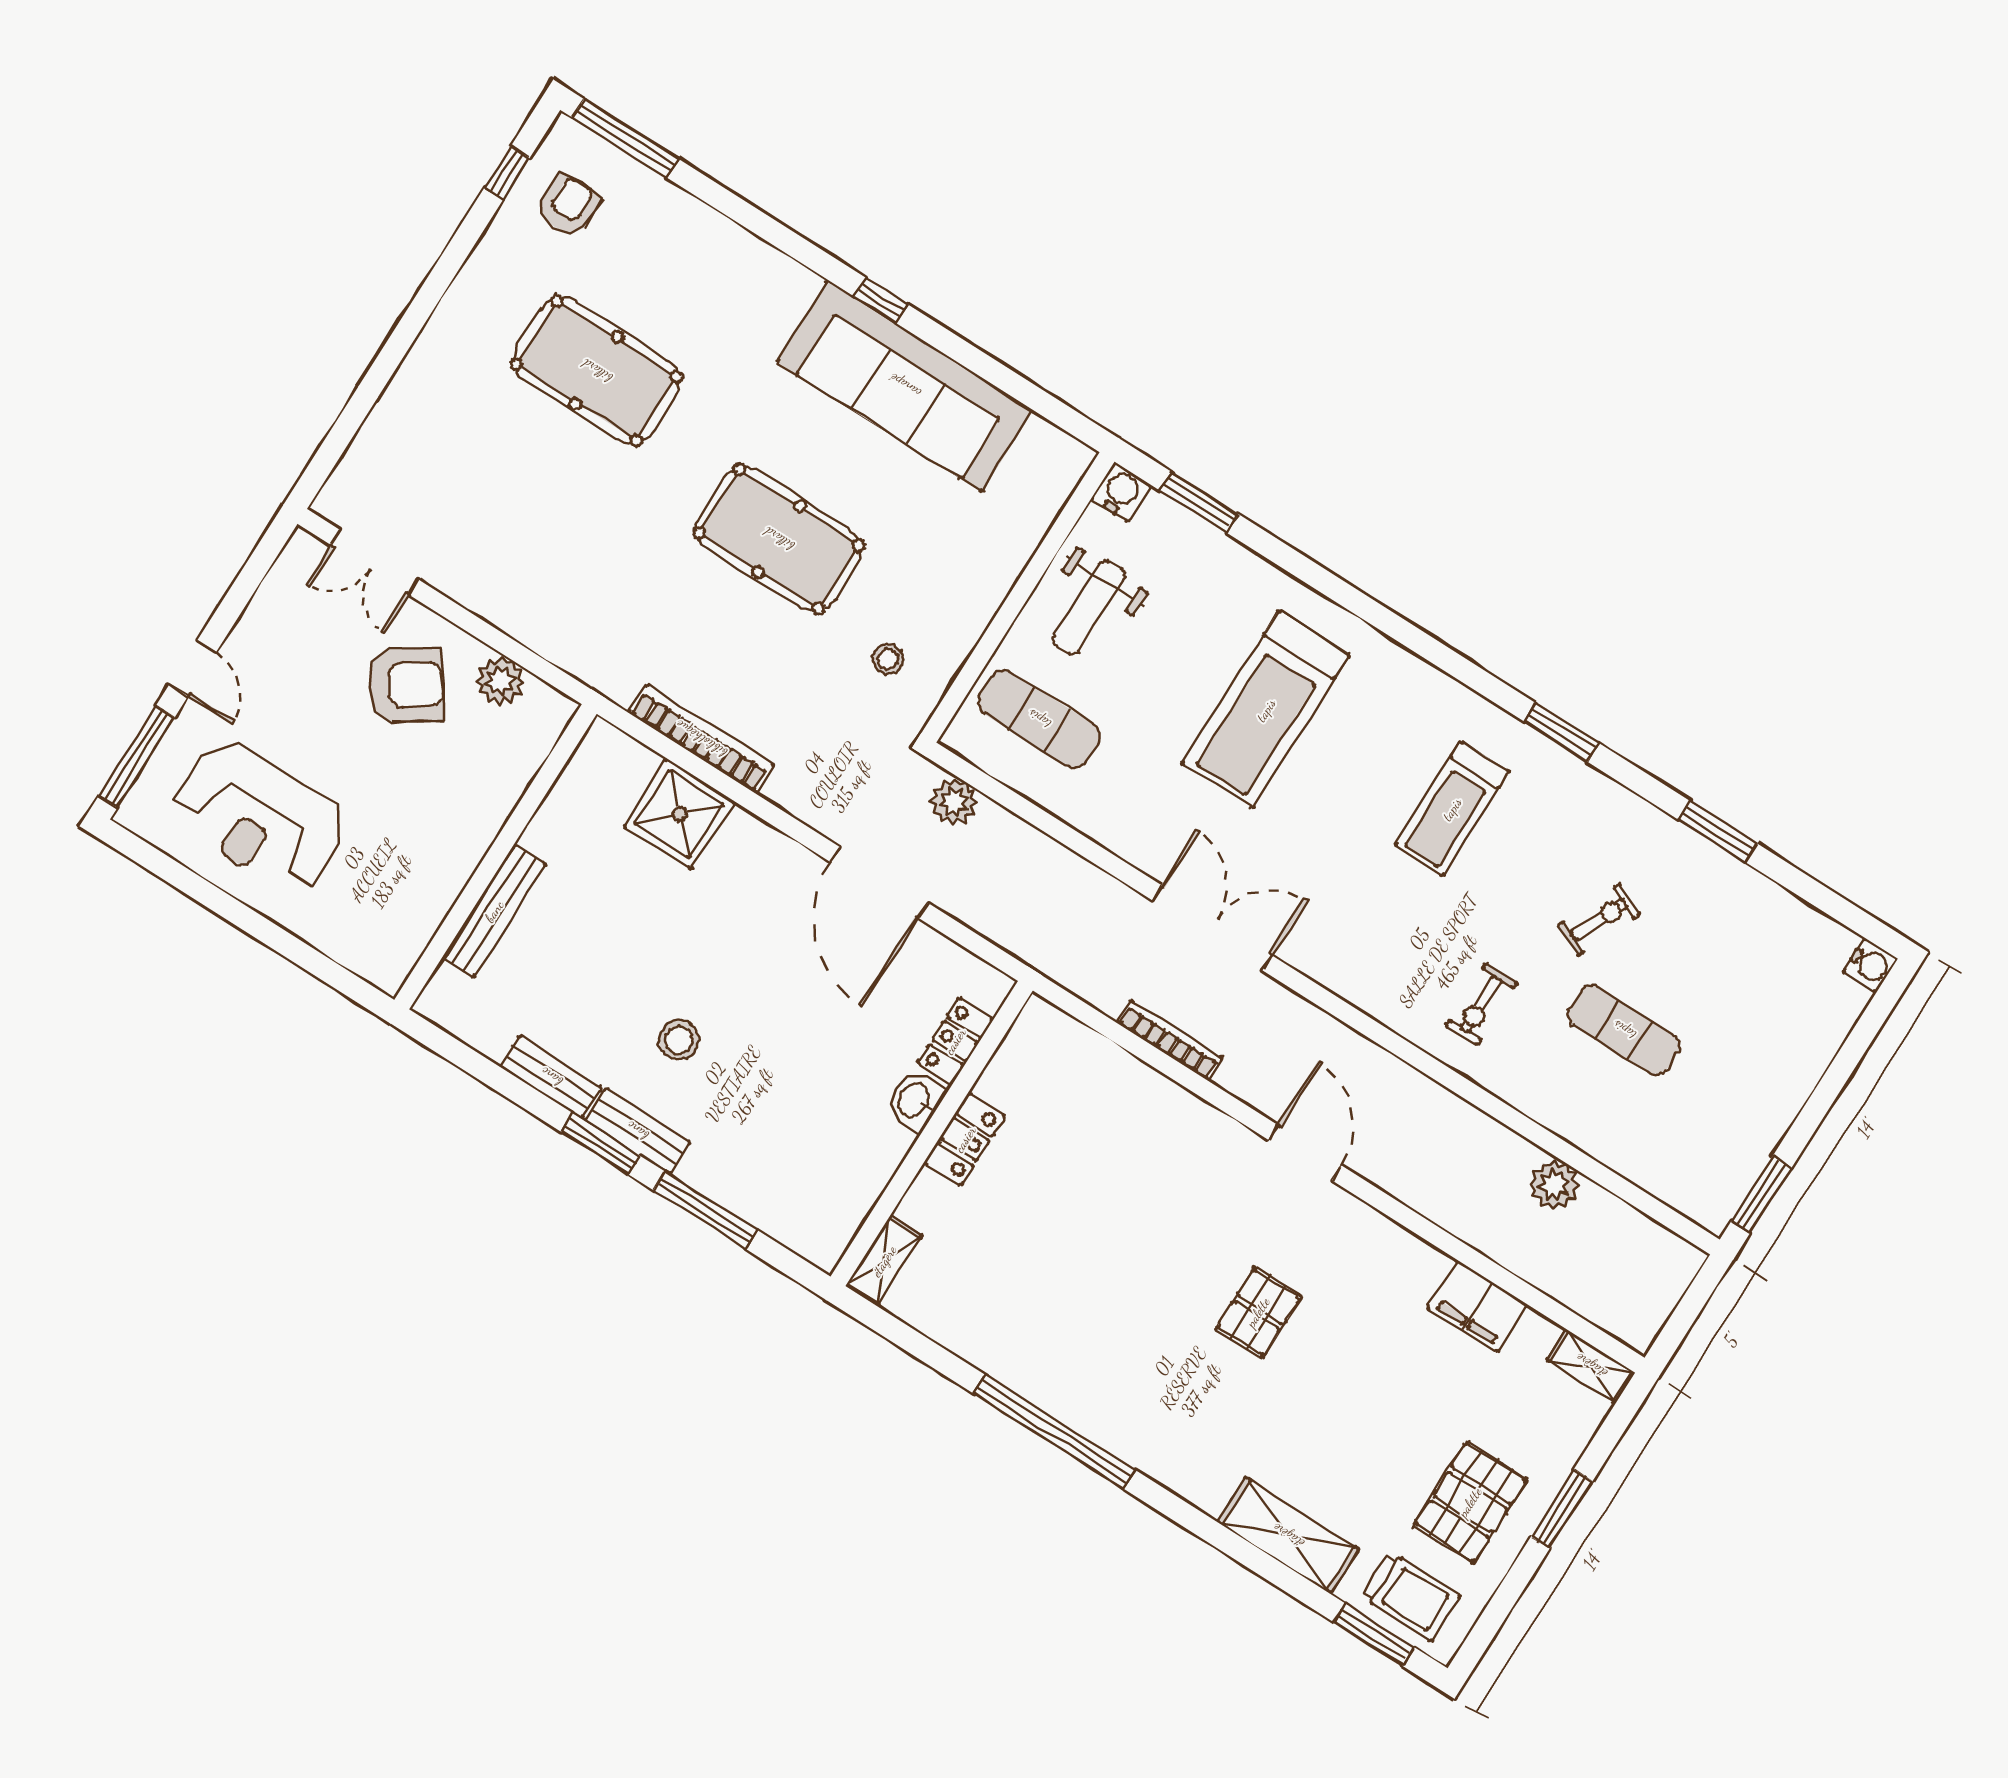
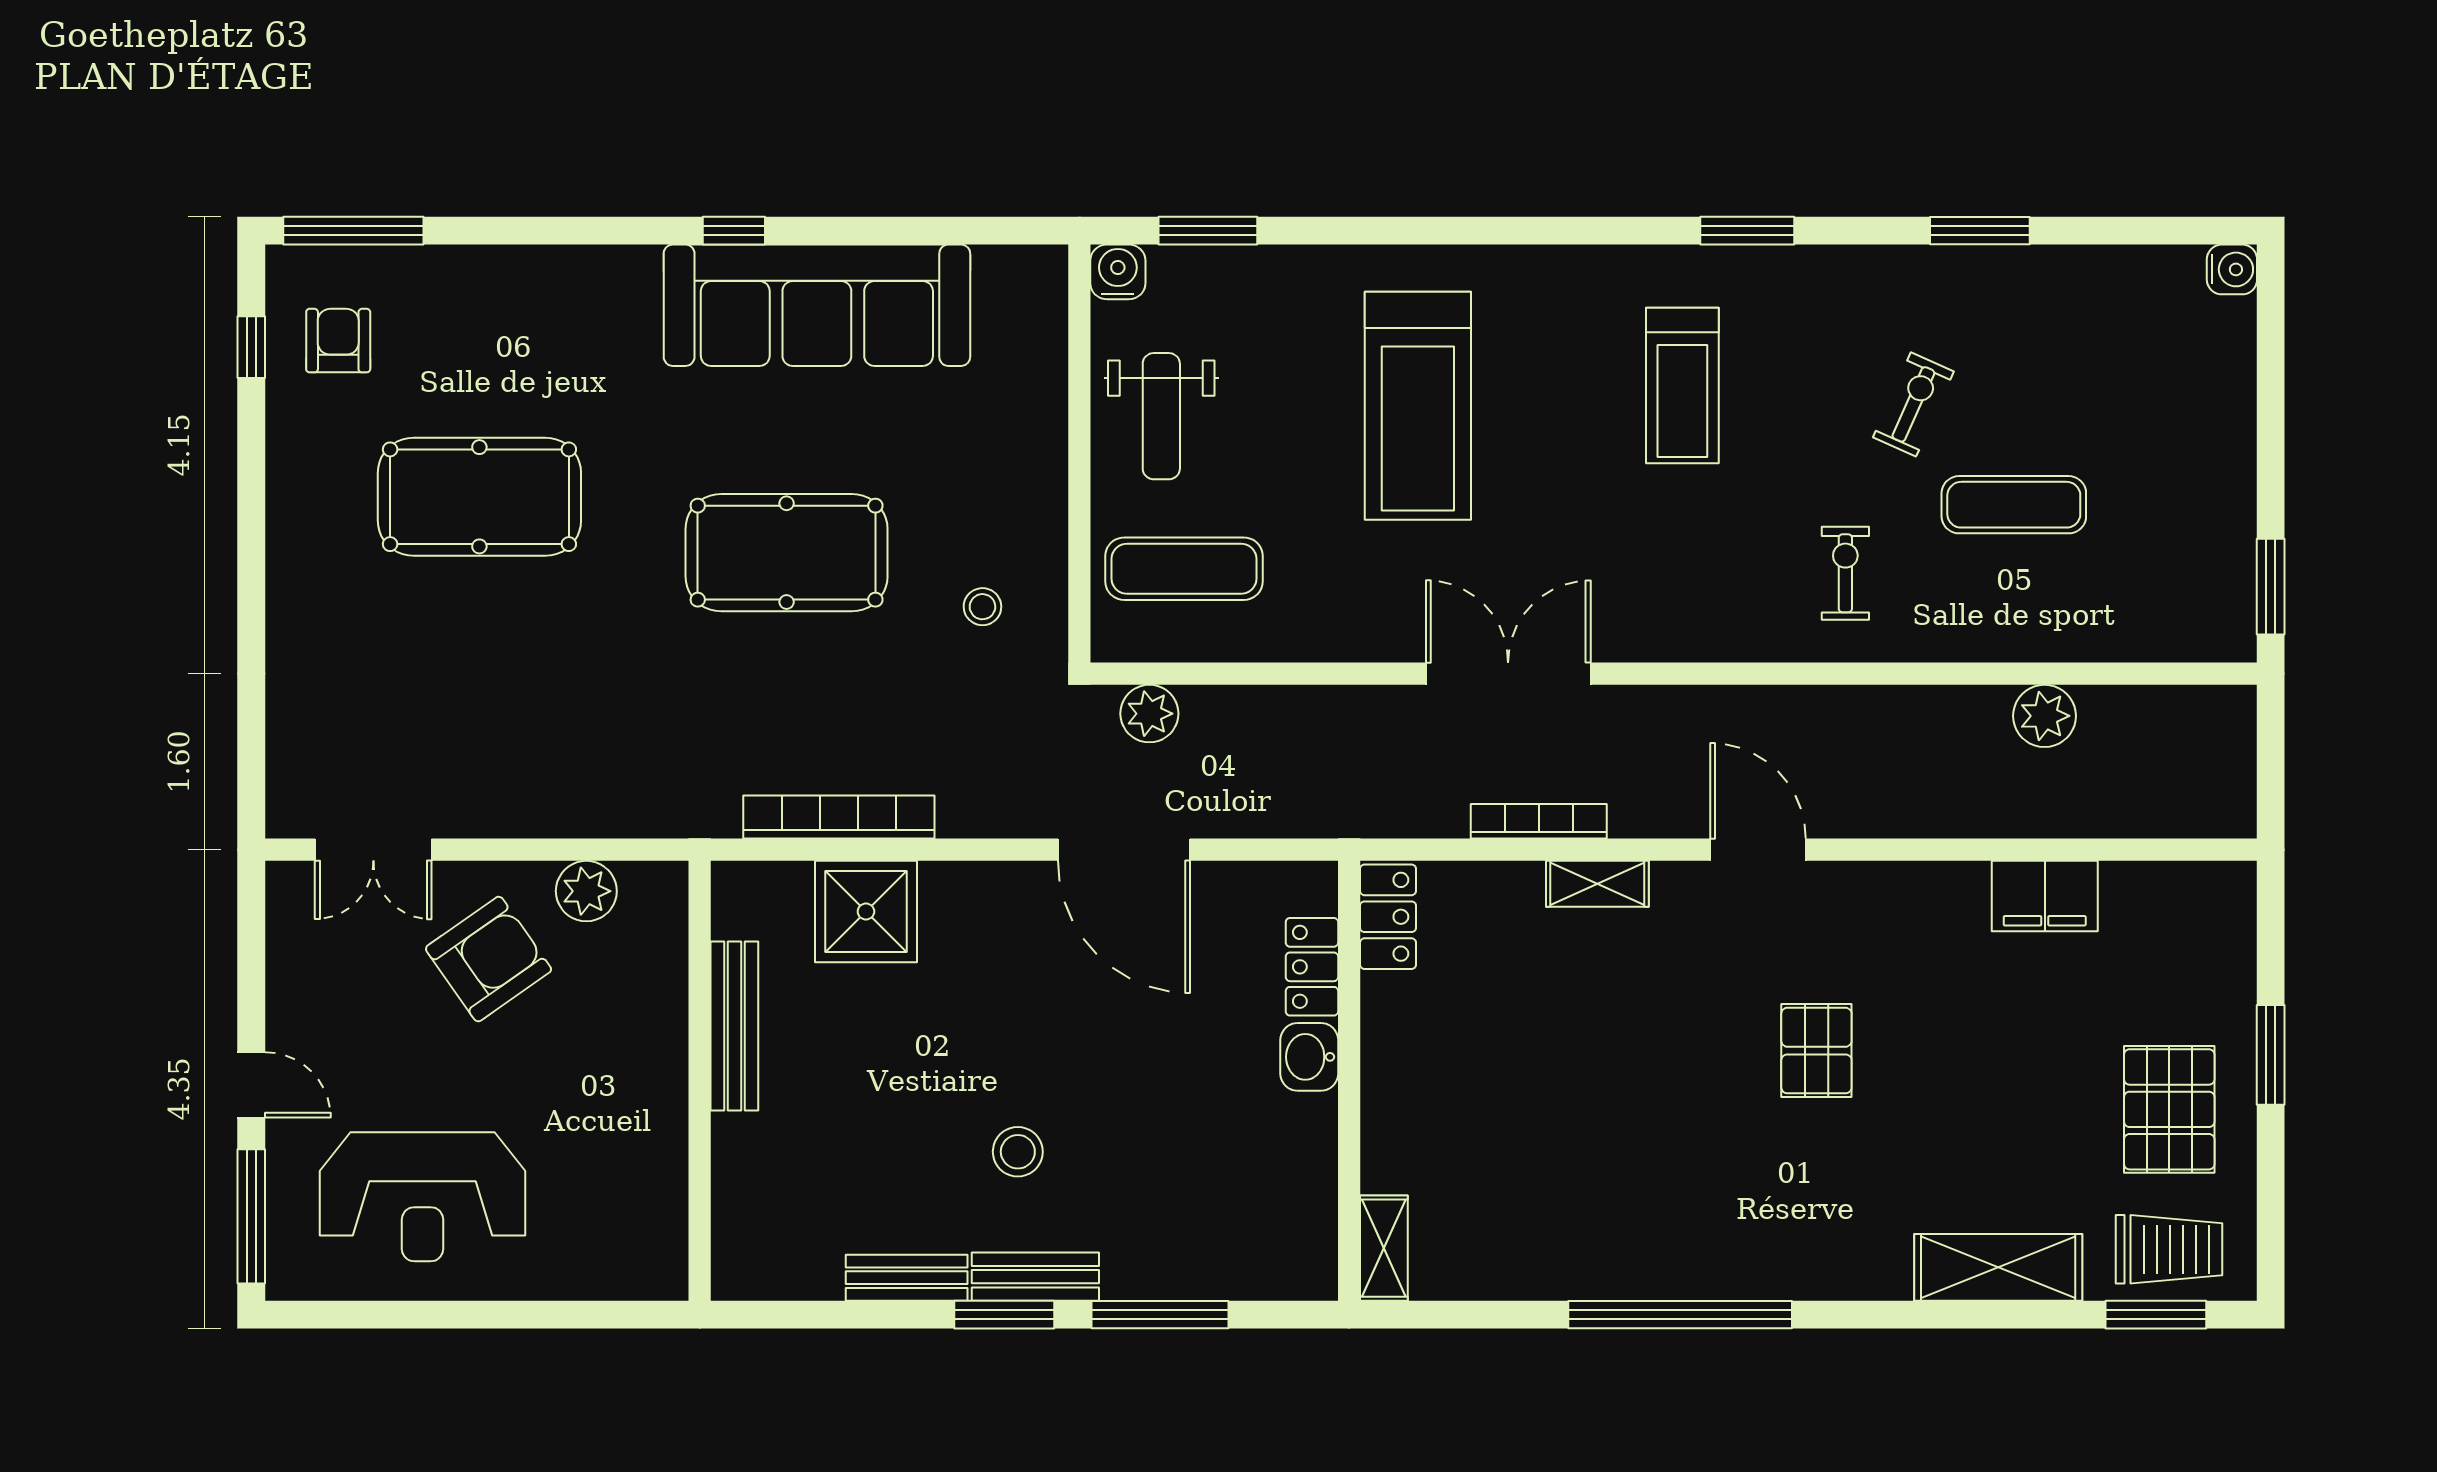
bench: (494, 911) -> (734, 1026), moved
exercise bike: (1481, 1004) -> (1845, 573), turned 180
locker: (965, 1139) -> (1388, 917), moved
shelving: (1591, 1366) -> (1597, 884), moved

